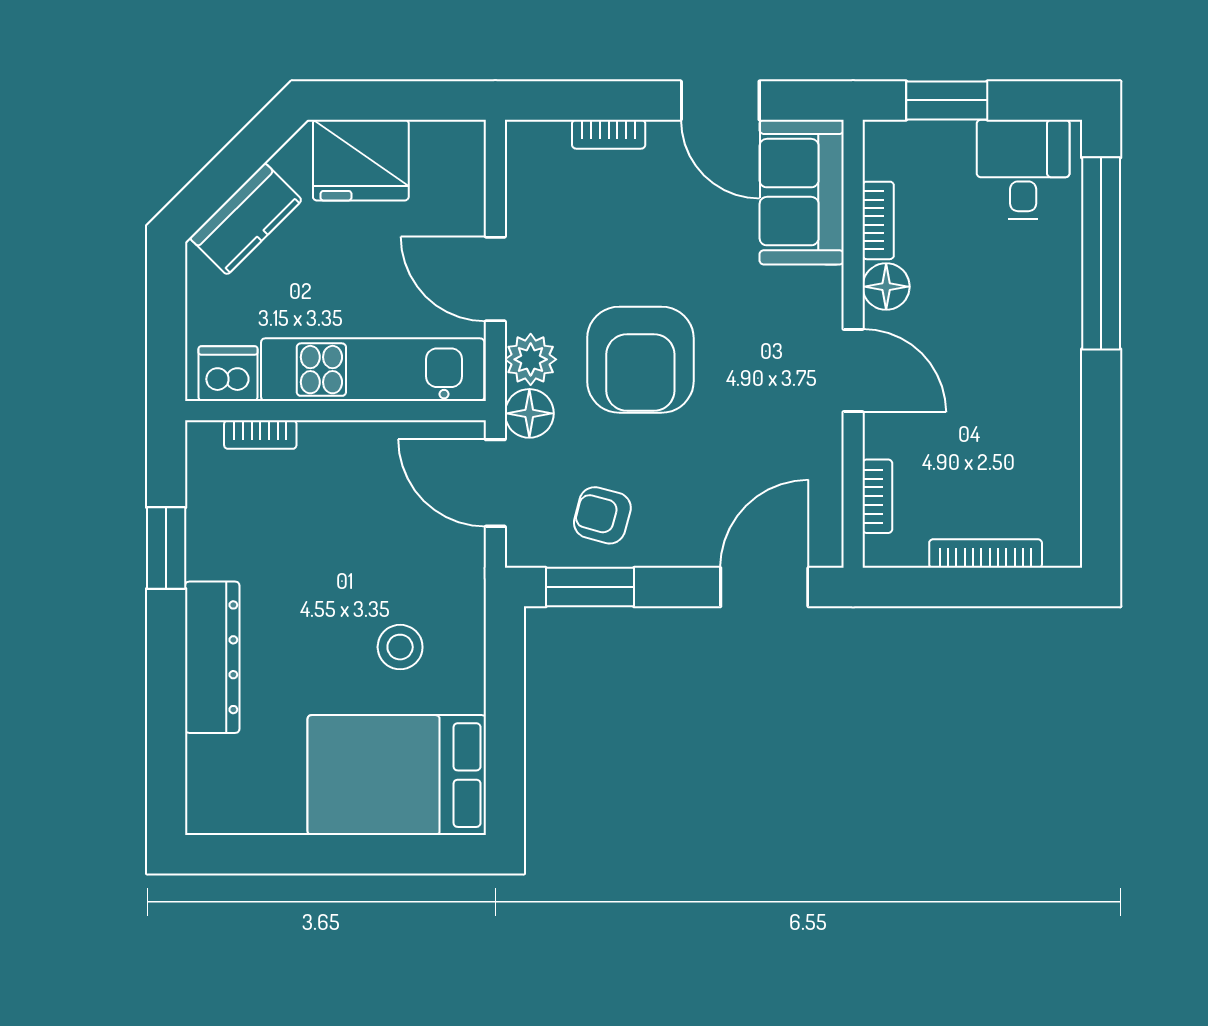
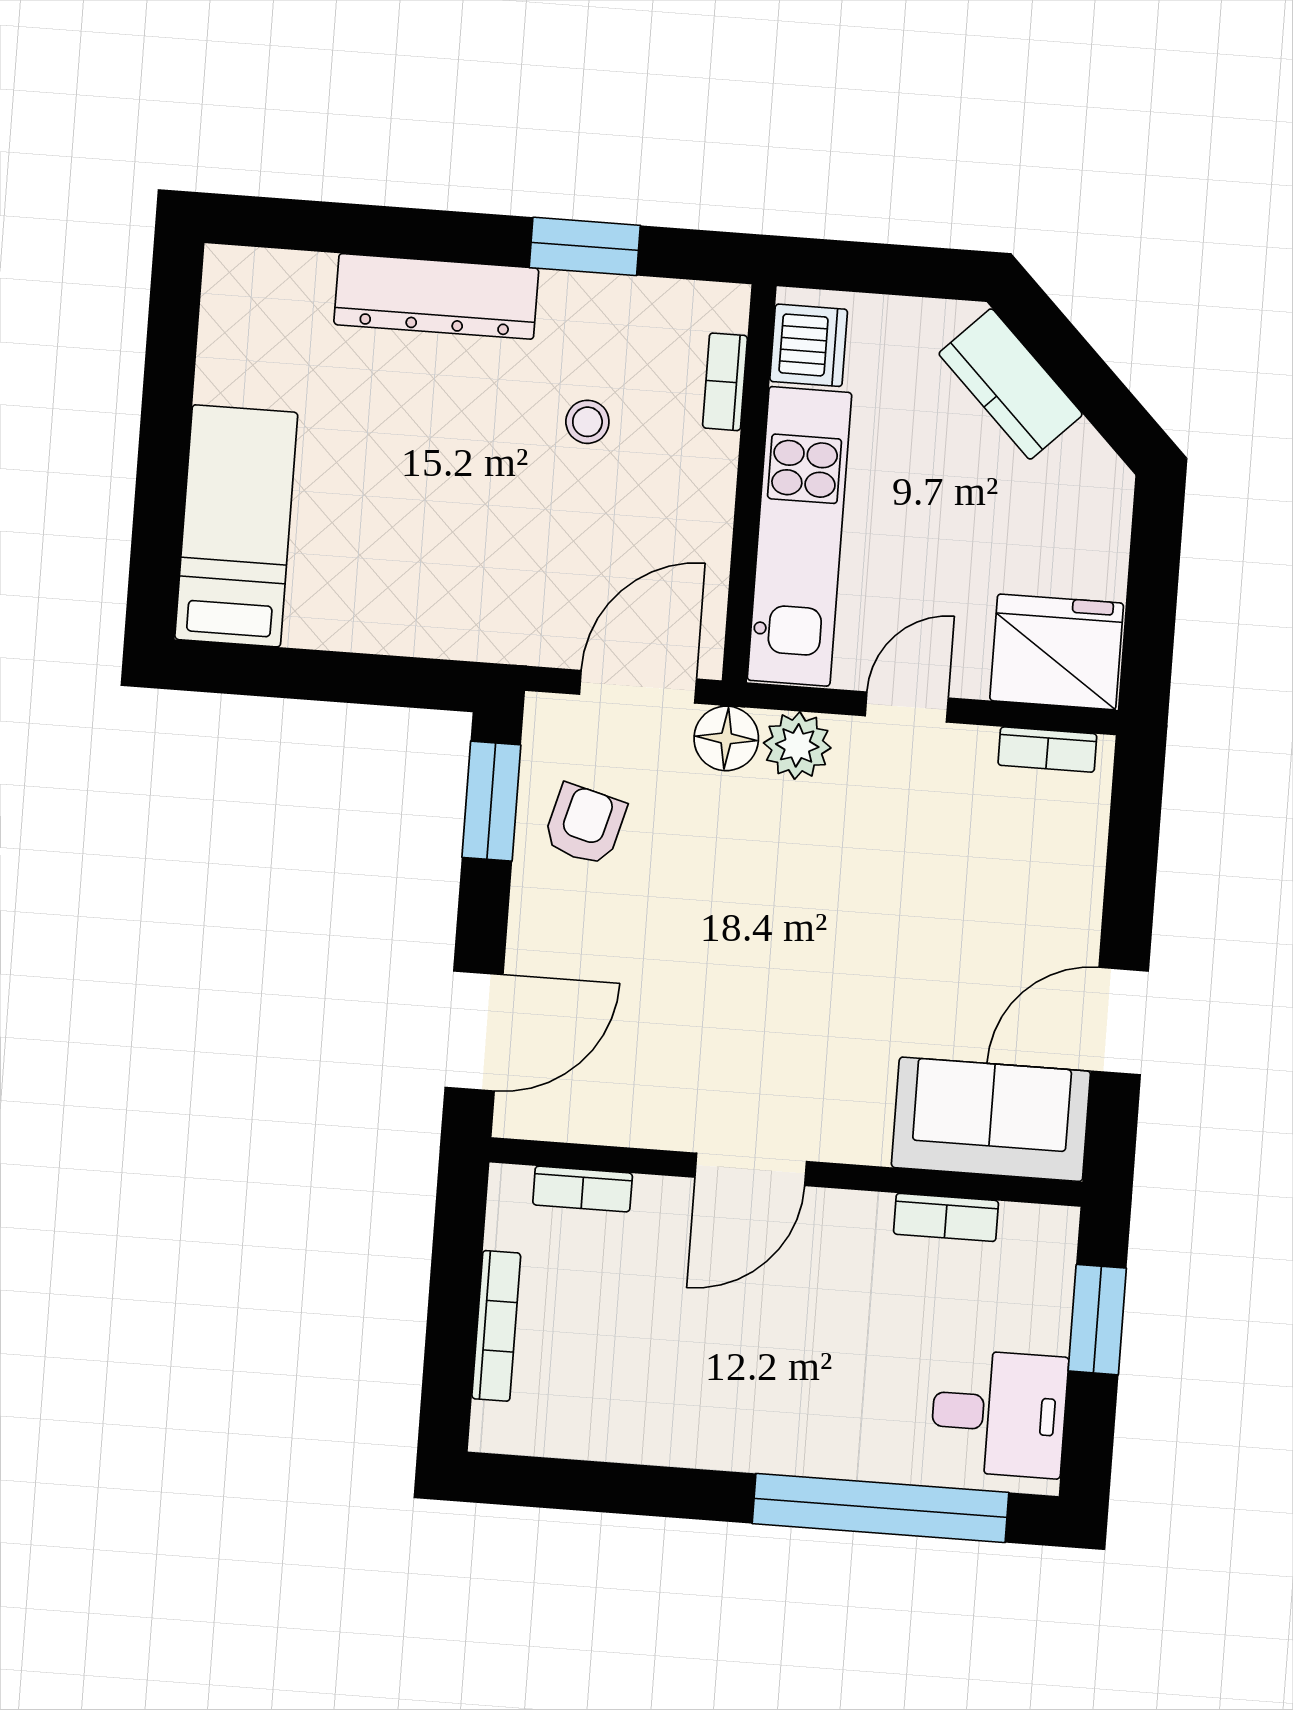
bookcase: (609, 134) -> (1047, 750), moved, turned -90
fridge: (361, 160) -> (1057, 652), moved, turned 90
door: (495, 279) -> (907, 707), width x0.73
floor lamp: (886, 287) -> (858, 1221), removed
armchair: (640, 360) -> (786, 890), removed
door: (764, 587) -> (474, 1031), hinge flipped
stool: (400, 647) -> (587, 422), moved, width x0.73, depth x0.73
bed: (397, 775) -> (236, 526), width x0.67

